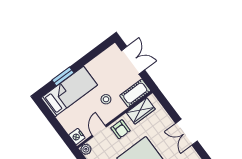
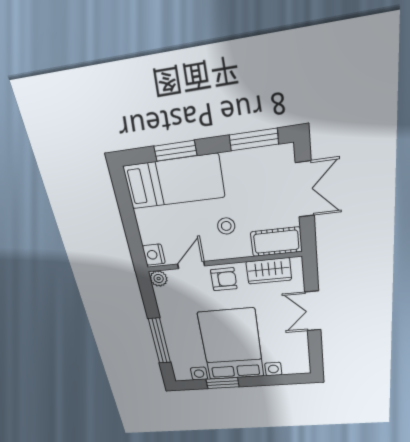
window: (96, 51) -> (254, 139), added
armchair: (120, 129) -> (224, 279), turned -90
double door: (187, 132) -> (313, 311), moved

